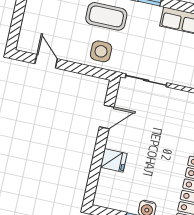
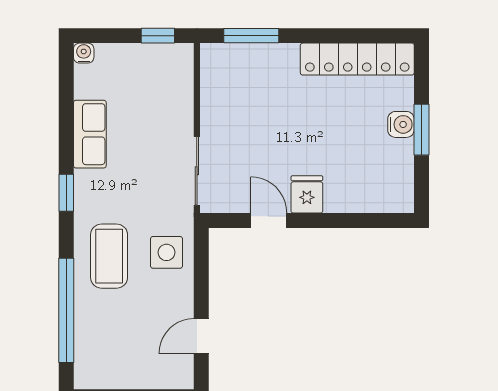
fridge: (114, 160) -> (307, 194), moved

